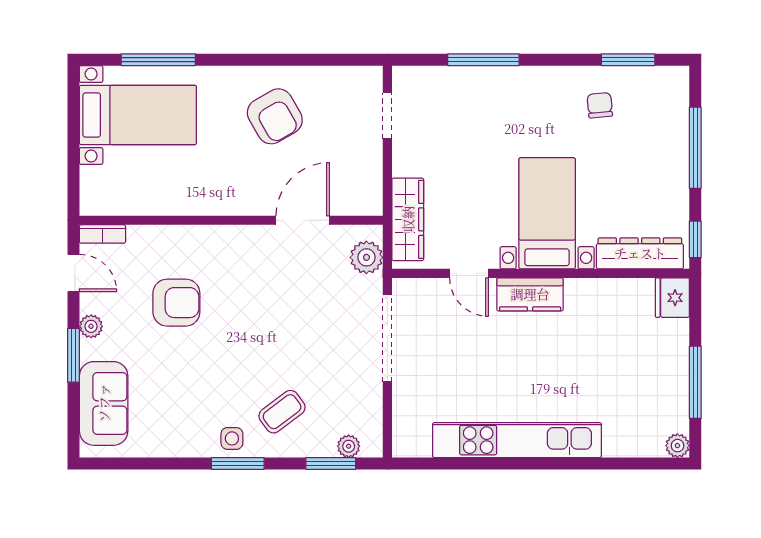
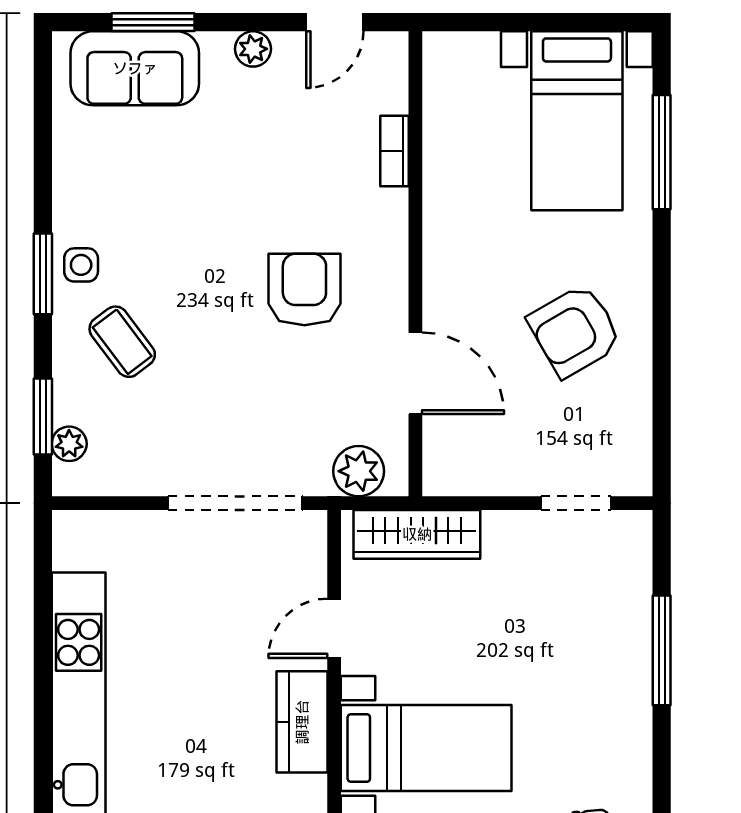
bookcase: (102, 234) -> (395, 151), moved
armchair: (176, 303) -> (304, 289), moved, turned 180
window: (74, 355) -> (153, 22), moved

